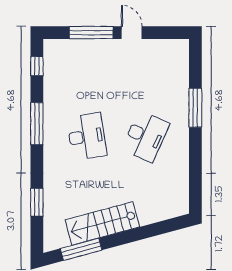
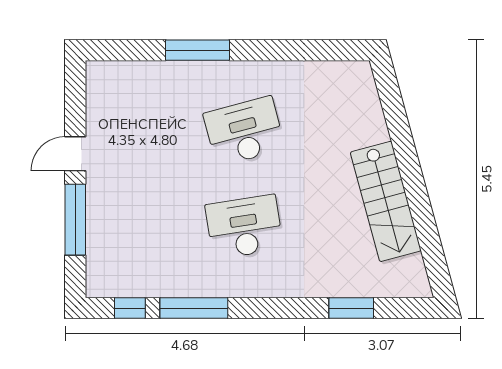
window: (37, 124) -> (194, 308), moved
desk: (145, 136) -> (244, 131), turned -39
window: (81, 249) -> (428, 236), removed

